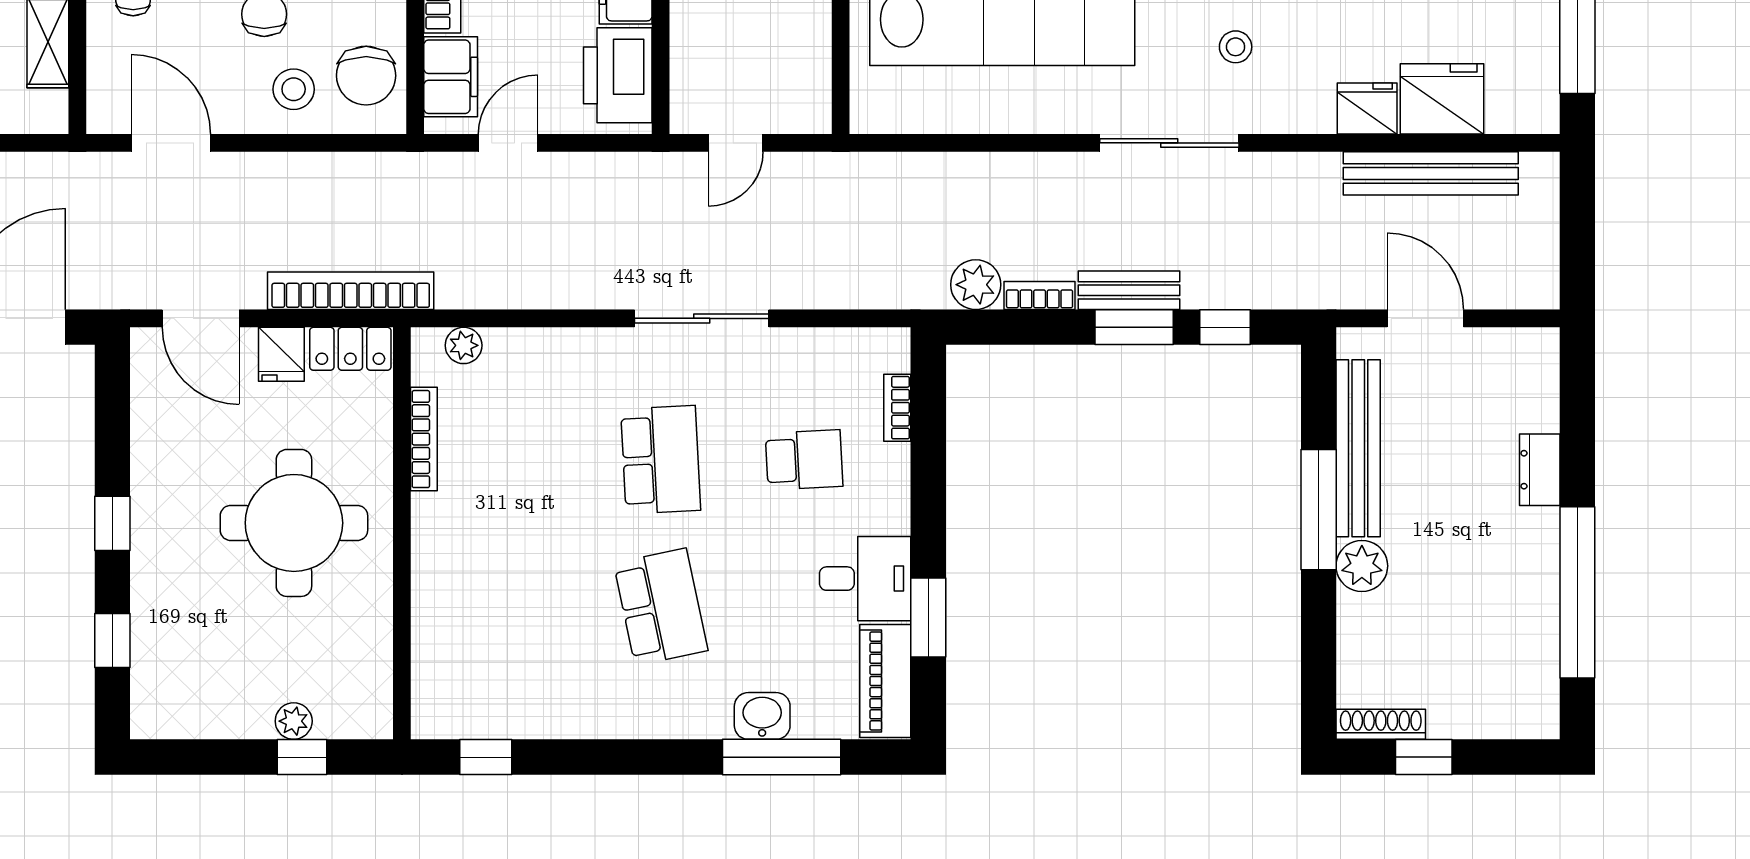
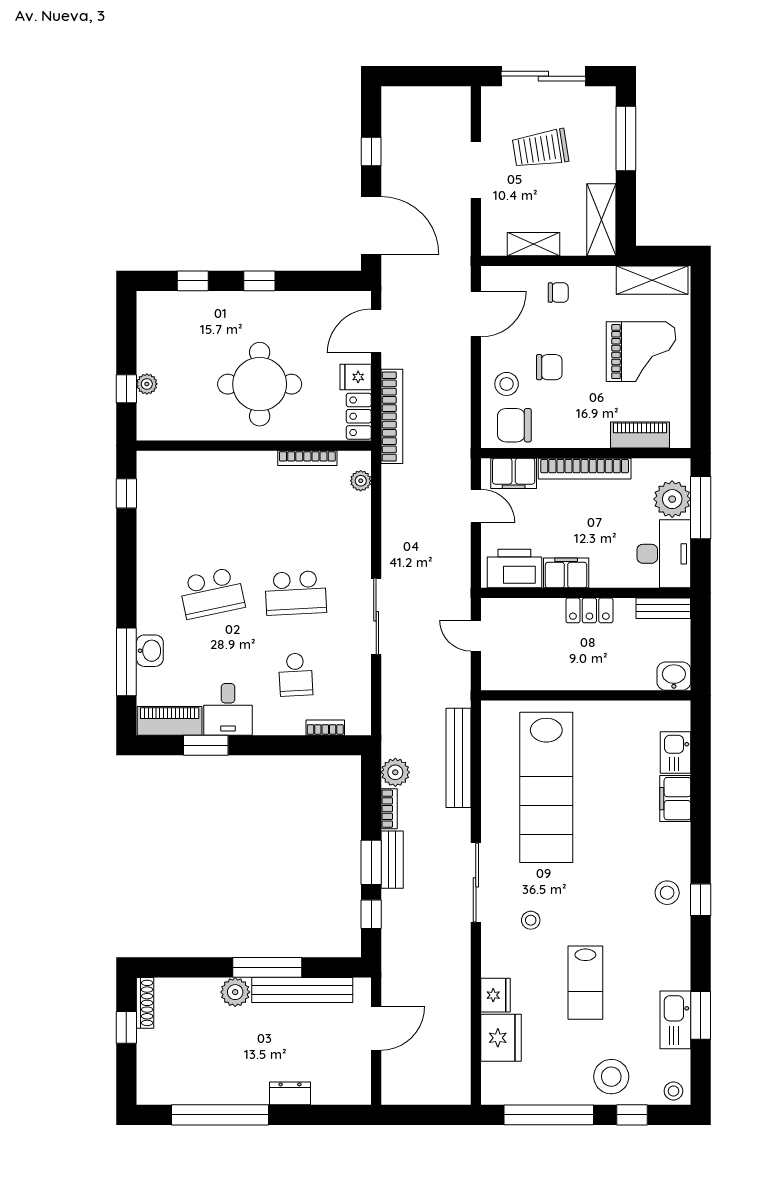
bench: (1431, 173) -> (459, 758), moved

